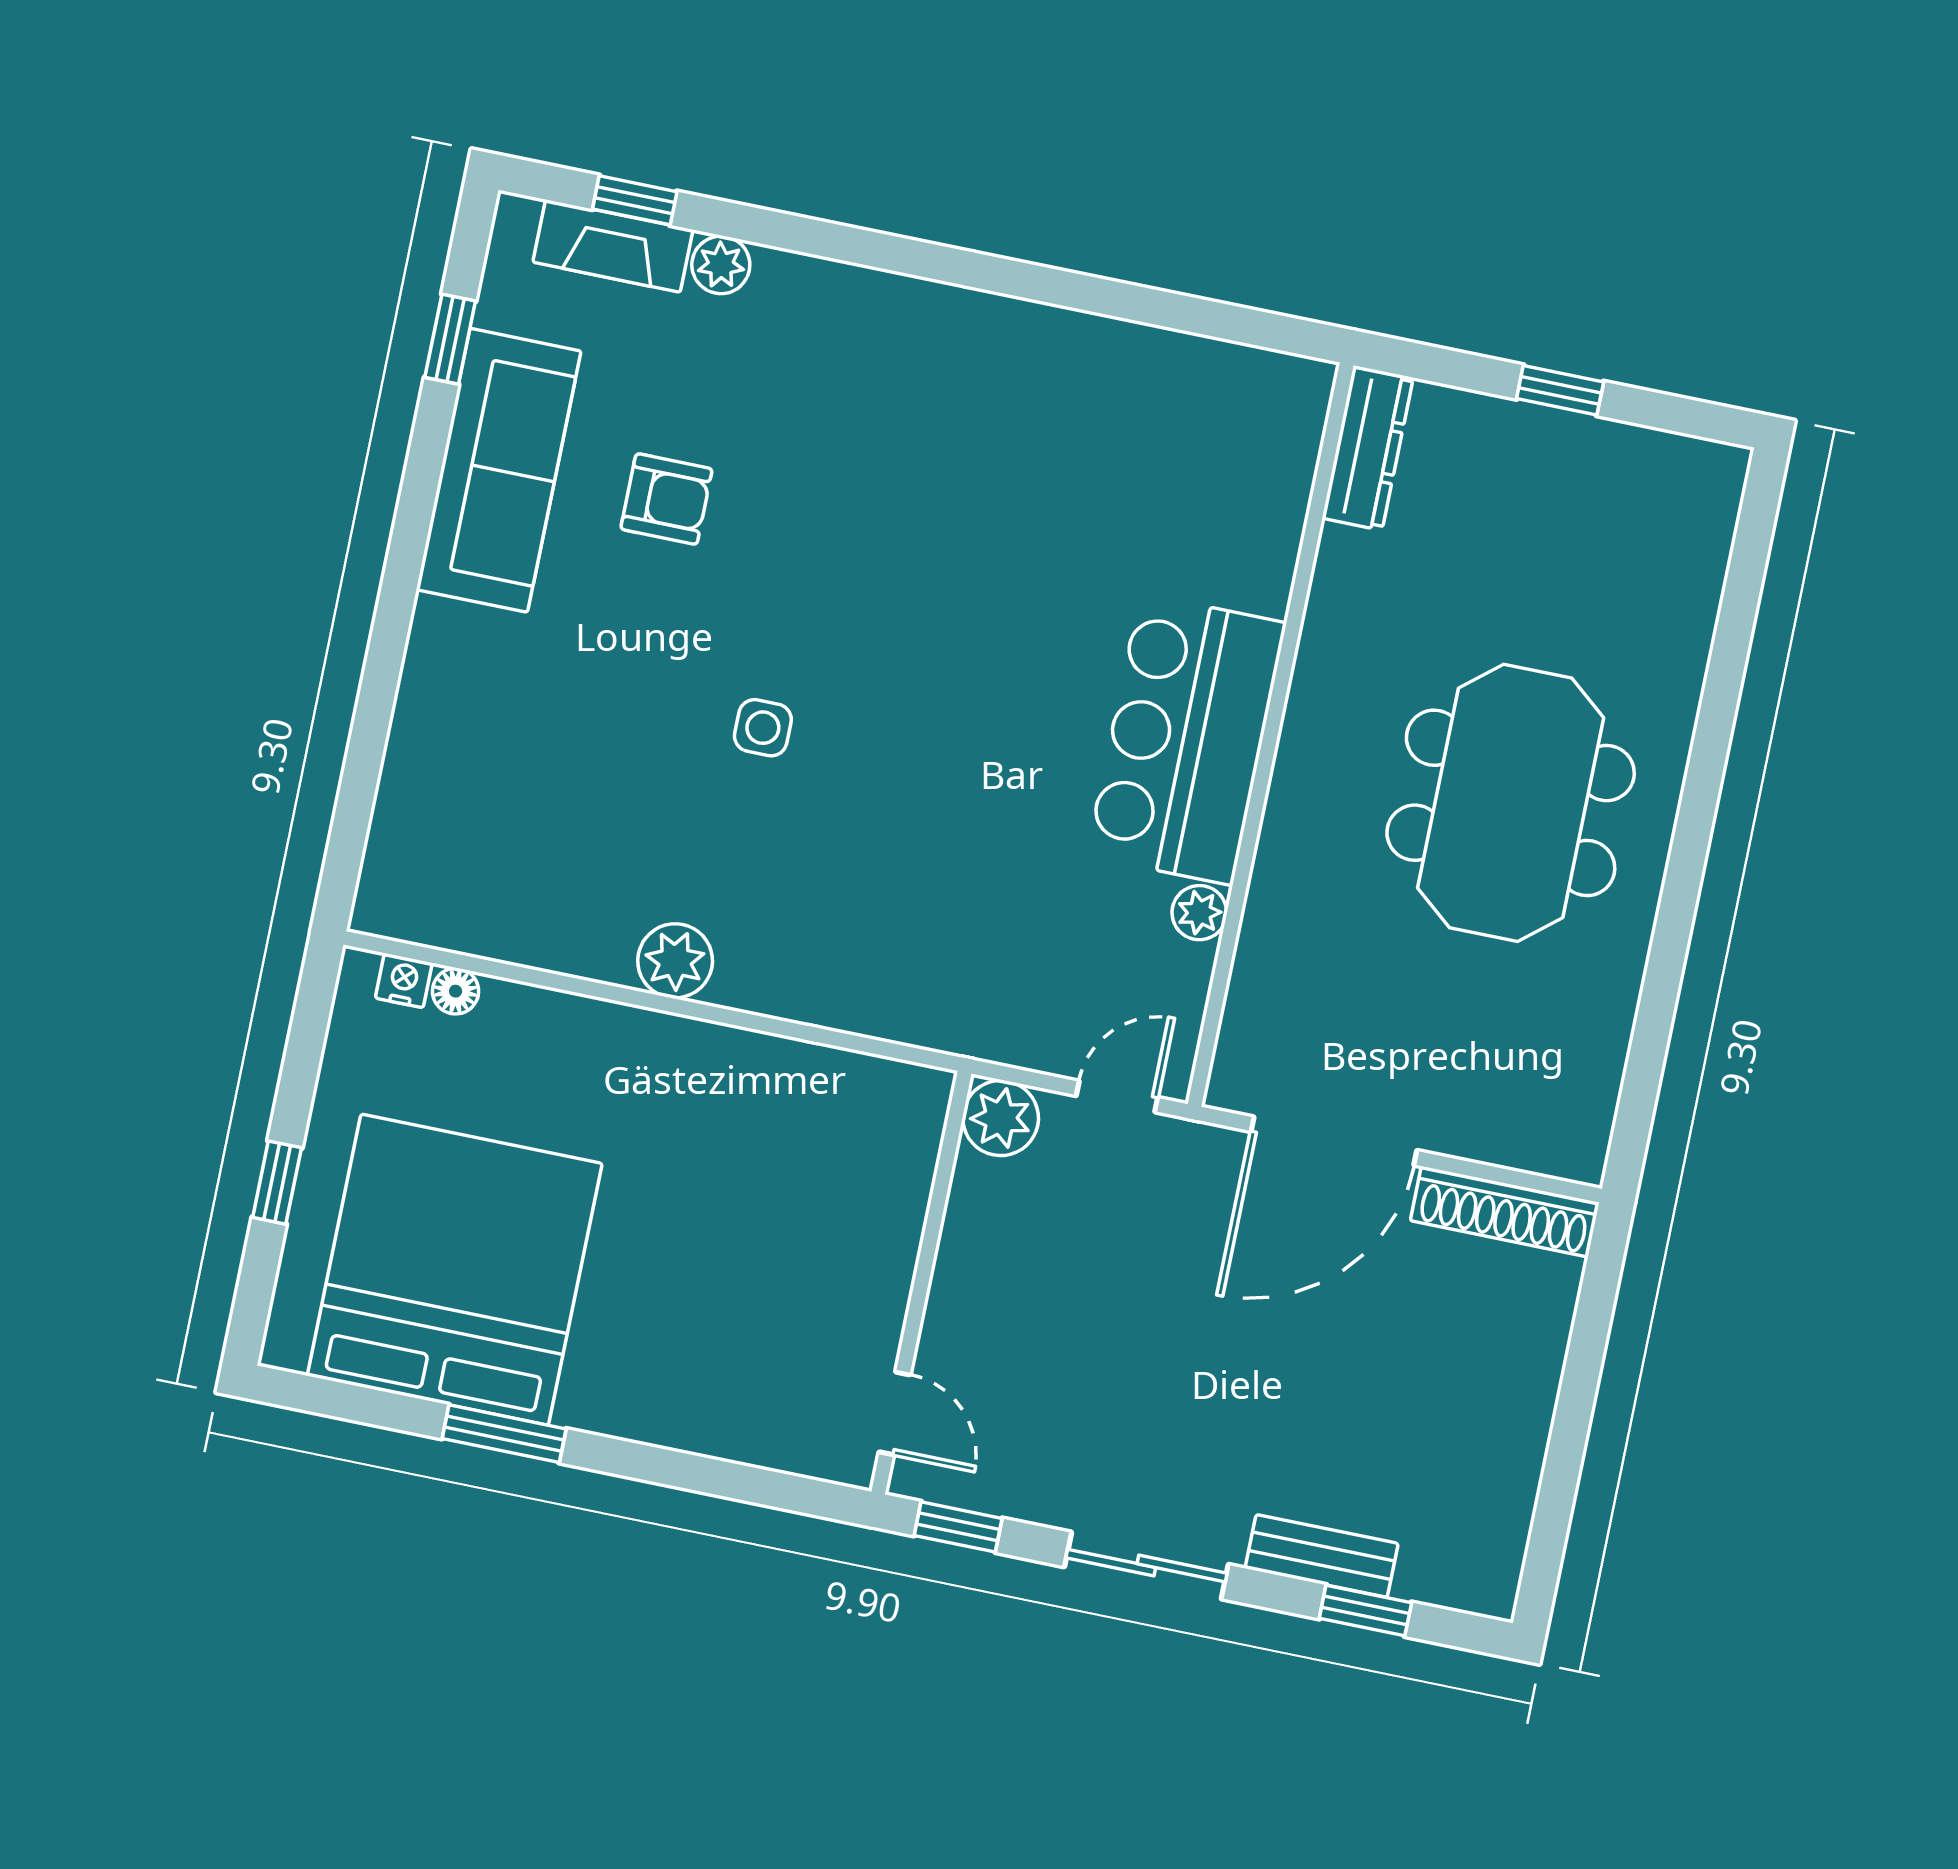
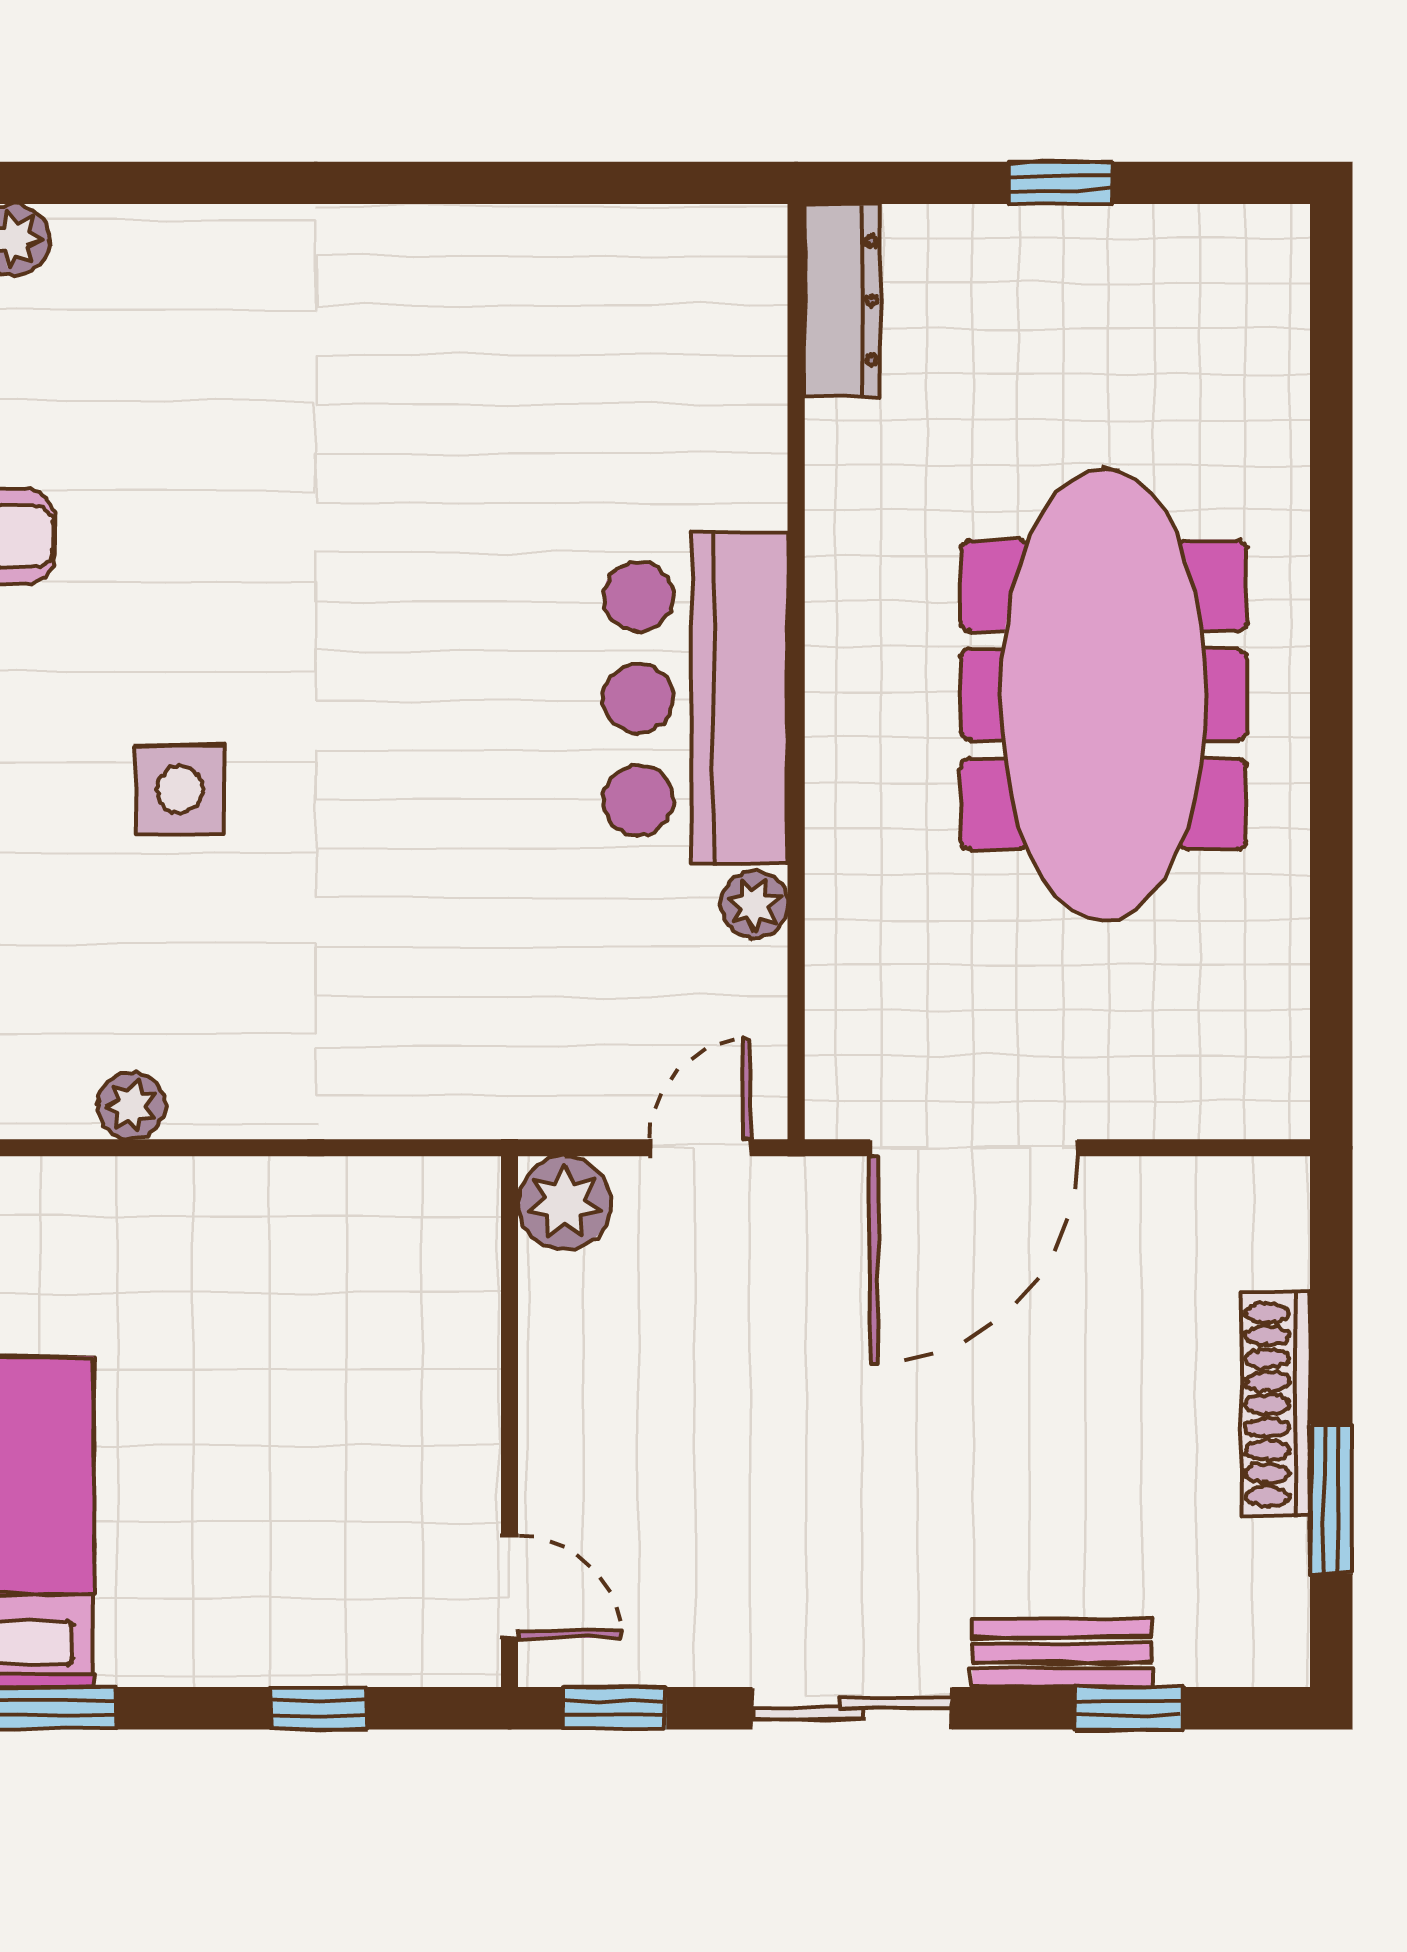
side table: (763, 728) -> (180, 789), width x1.37, depth x1.37
meeting table: (1511, 803) -> (1104, 695), width x1.36
plant: (675, 961) -> (132, 1106), width x0.73, depth x0.73
shoe rack: (1505, 1212) -> (1276, 1404), moved, turned 90
window: (1560, 1478) -> (1331, 1499), added
window: (724, 1479) -> (319, 1708), added

